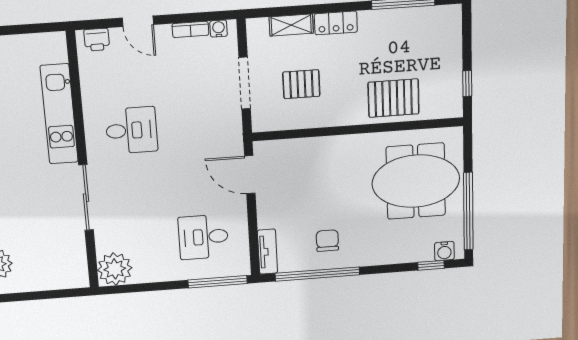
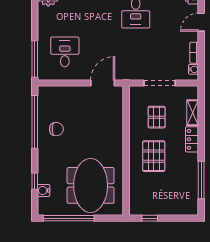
pallet: (394, 98) -> (154, 156), moved
water cooler: (444, 251) -> (44, 190), moved
tv unit: (268, 252) -> (52, 91), removed
window: (431, 265) -> (35, 181), moved

